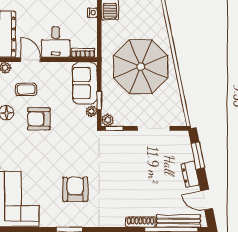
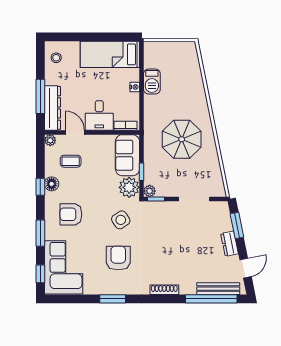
parasol: (141, 67) -> (182, 139), width x0.73, depth x0.73
plant: (91, 111) -> (129, 187), width x1.88, depth x1.88
armchair: (39, 119) -> (71, 214), moved
side table: (78, 150) -> (121, 220), added
door: (207, 200) -> (246, 268), swing flipped
shoe rack: (140, 222) -> (164, 290), moved

